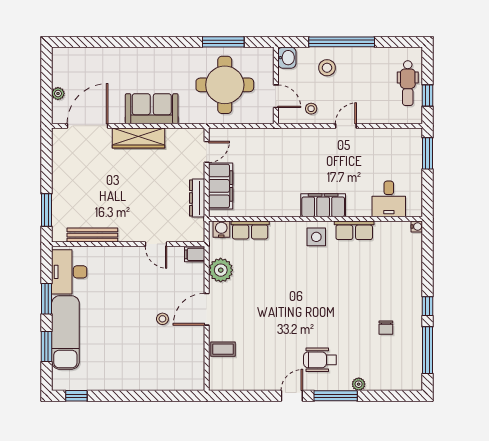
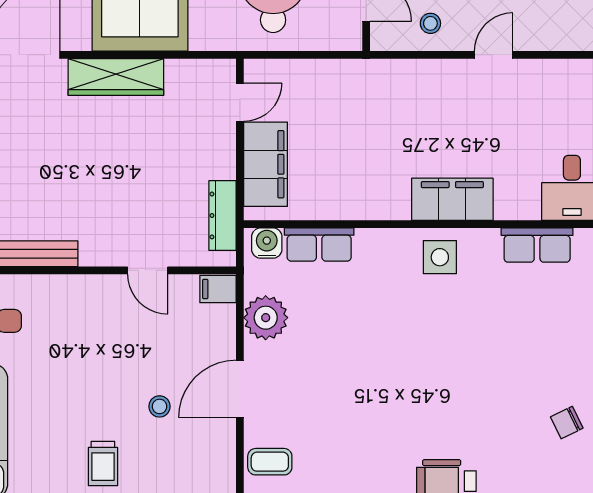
dresser: (197, 198) -> (223, 215), moved
row of seats: (354, 230) -> (537, 245), moved
chair: (386, 328) -> (567, 423), turned 64
trolley: (131, 350) -> (103, 463), added

